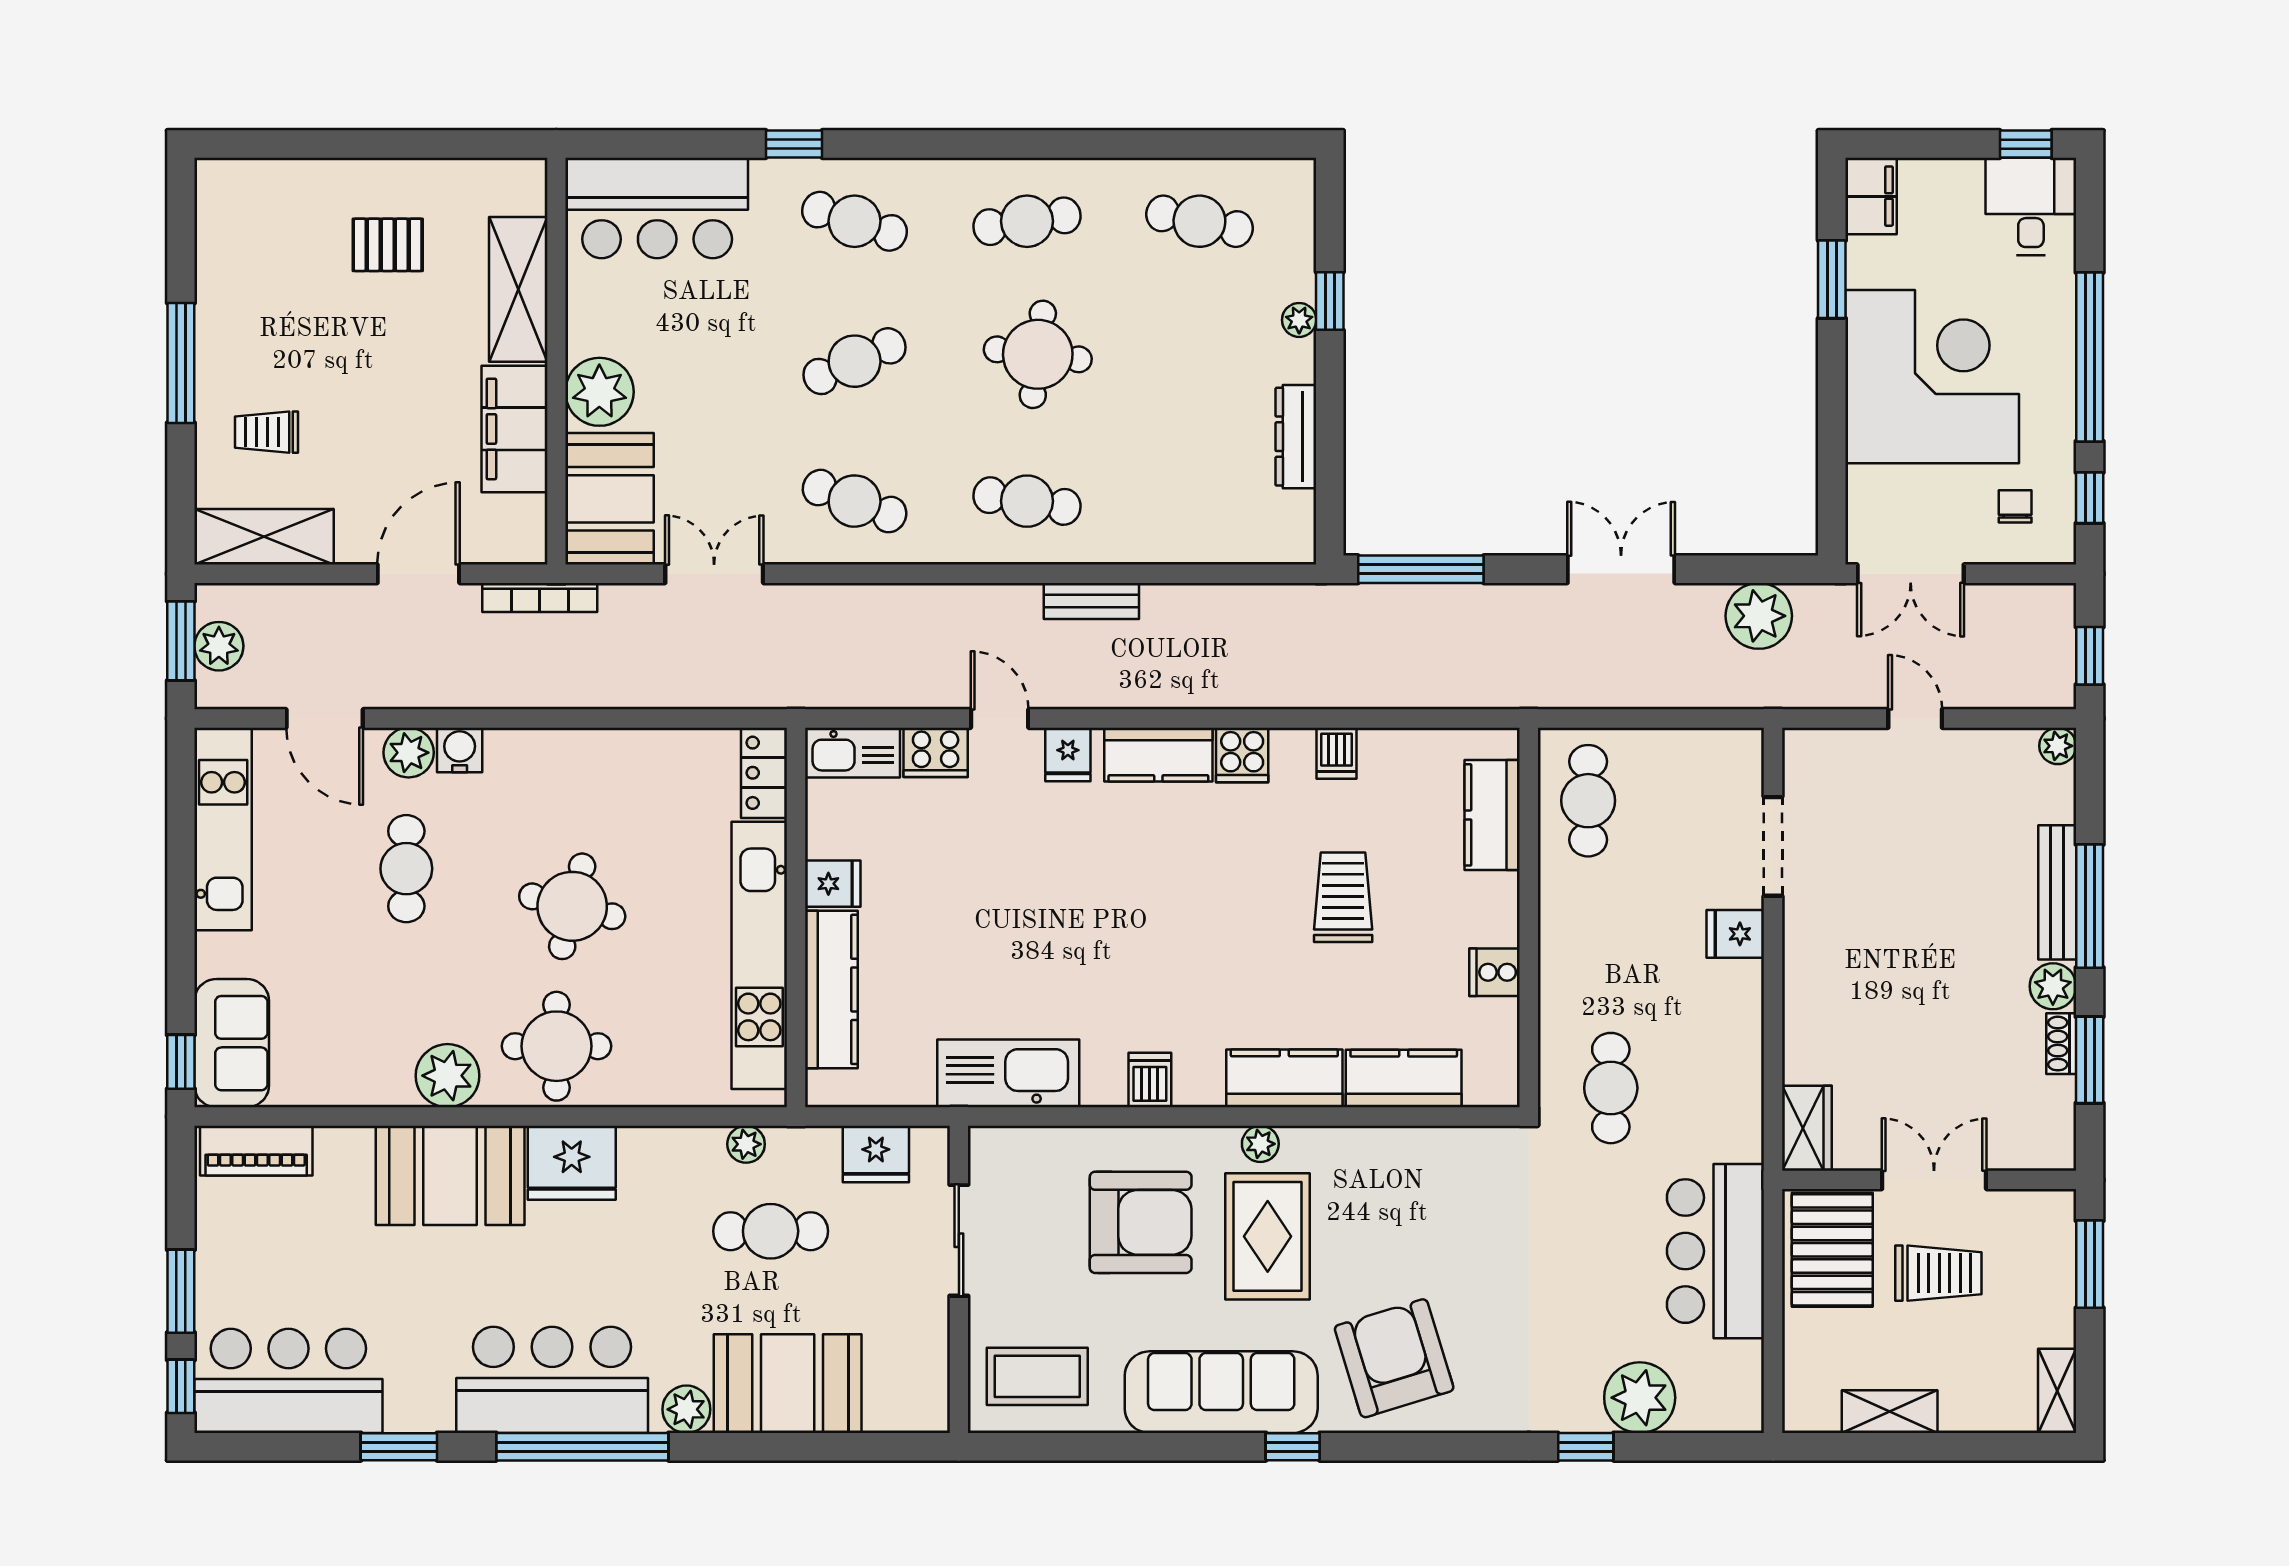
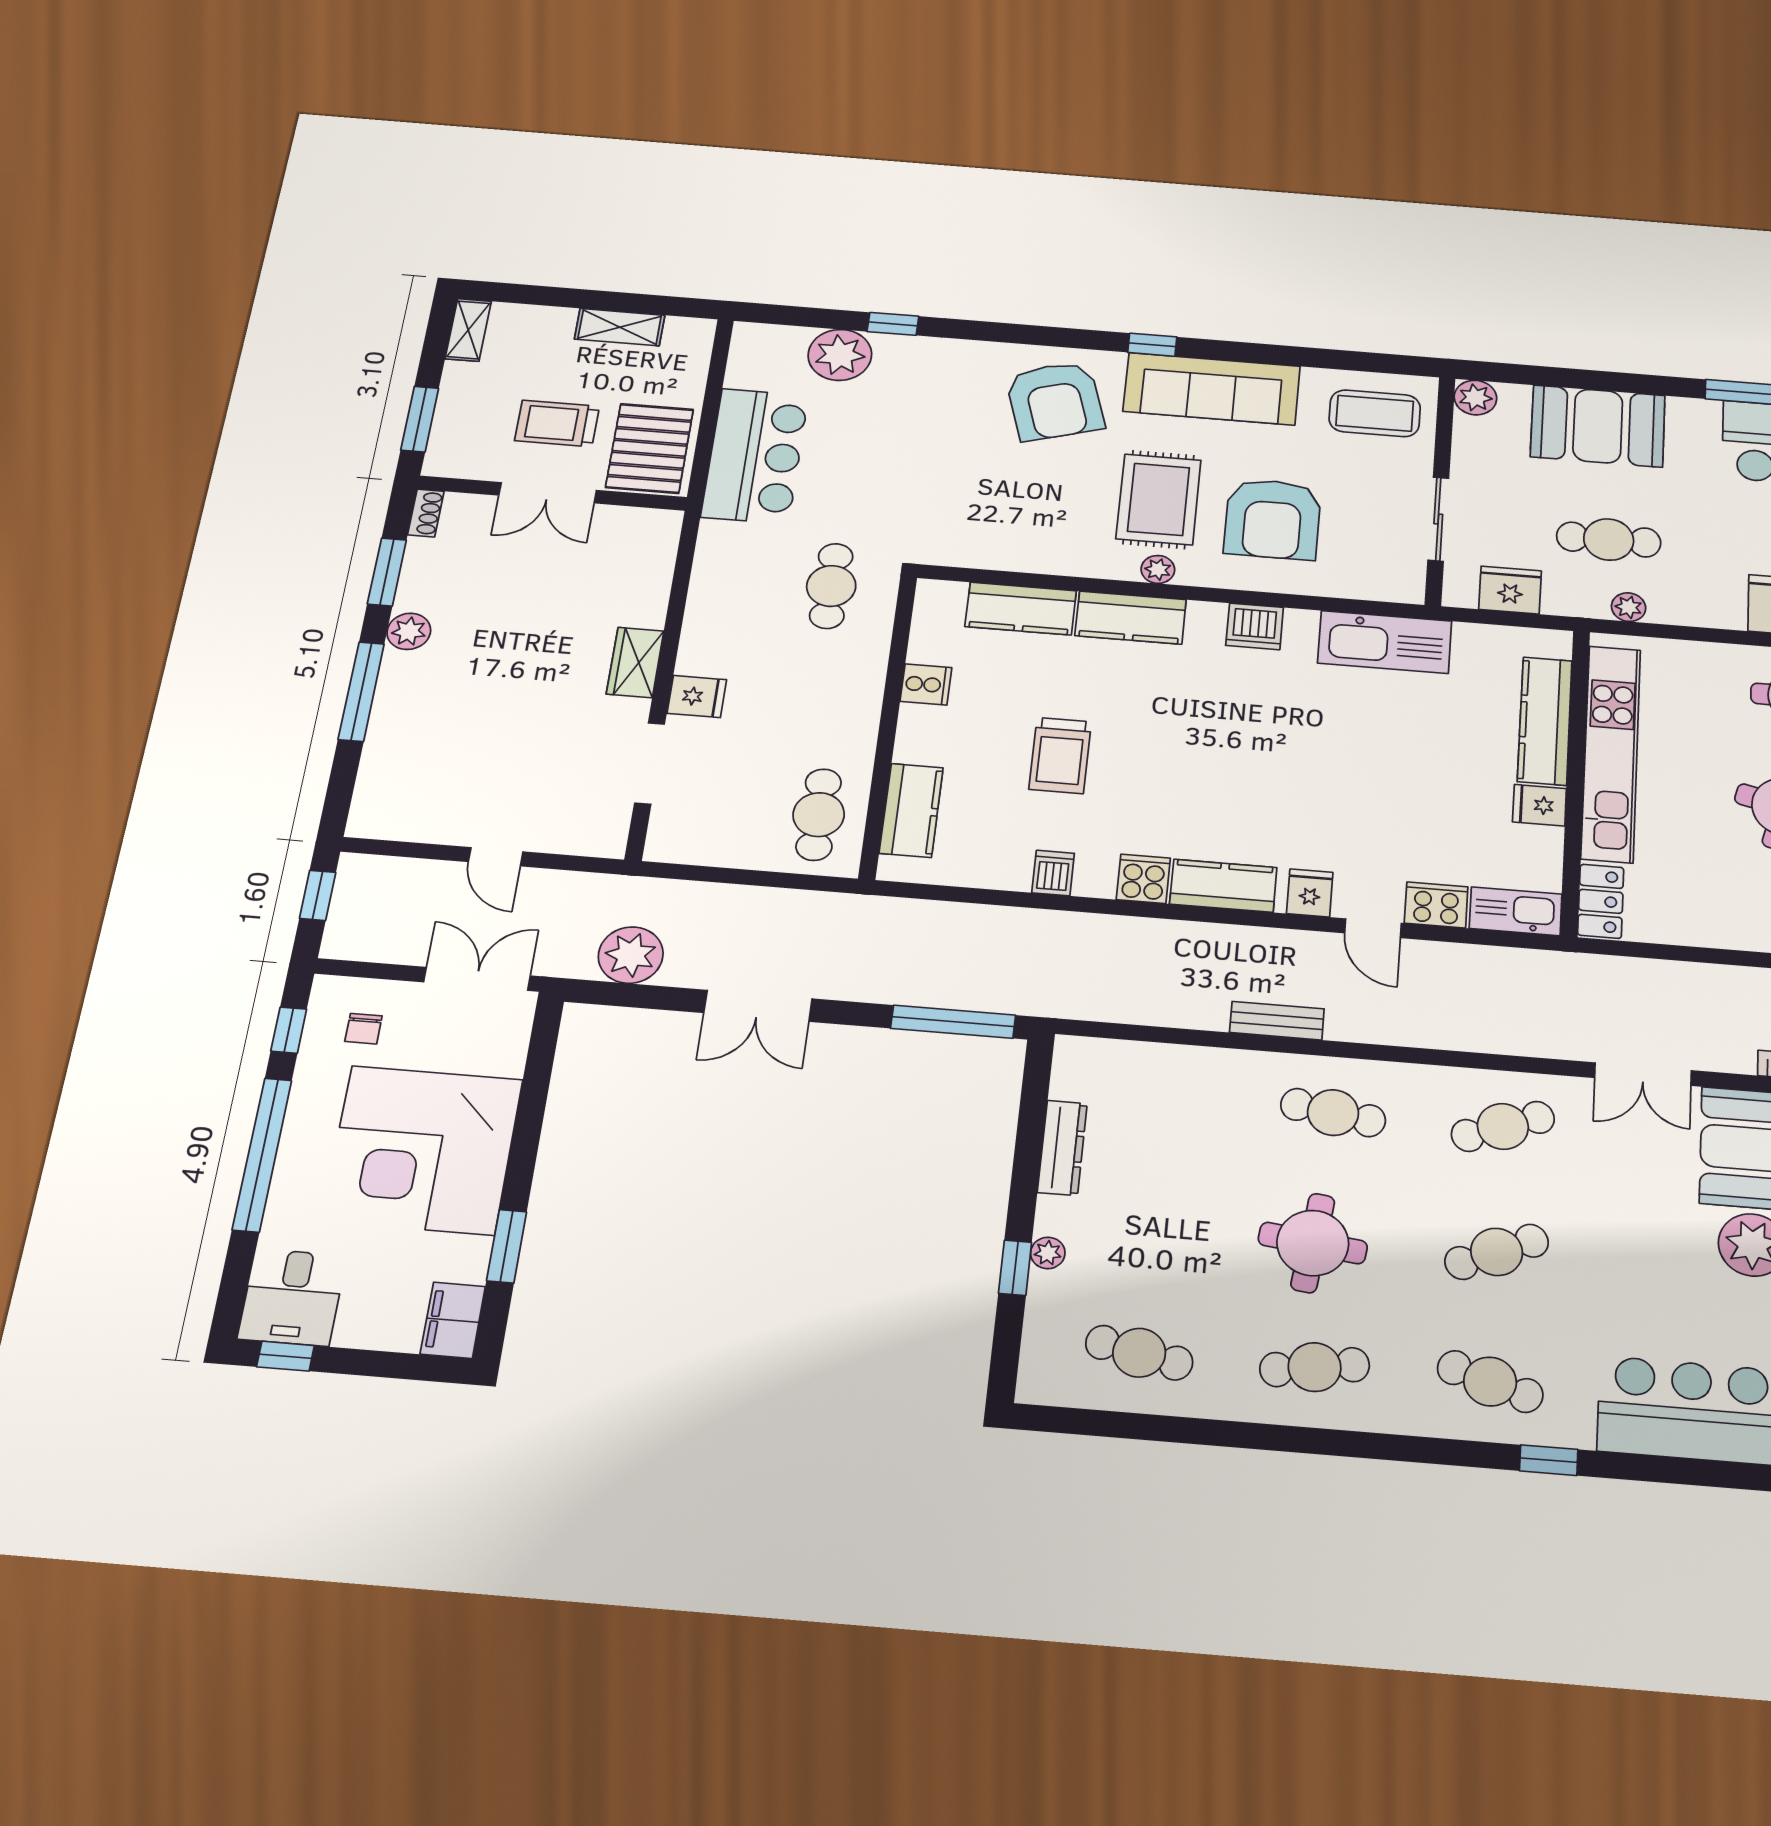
cafe table: (855, 501) -> (1503, 1126), turned -42
plant: (2058, 746) -> (364, 823), removed
bench: (2057, 892) -> (389, 705), removed
shoe rack: (2061, 1044) -> (426, 513), moved
dishwasher: (1150, 1080) -> (1255, 626), width x1.38
wardrobe: (1807, 1128) -> (635, 662), moved
armchair: (1141, 1222) -> (1273, 519), turned -90
plant: (686, 1409) -> (1475, 398), moved

